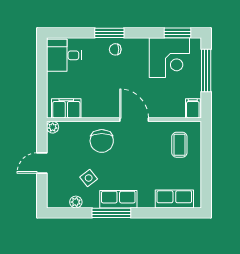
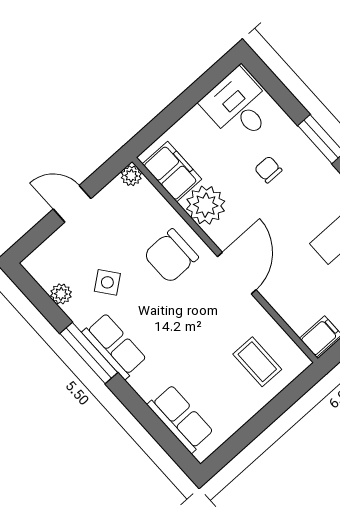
chair: (115, 49) -> (268, 170), moved
plant: (93, 107) -> (206, 205), added
coffee table: (179, 145) -> (257, 362), turned 90

